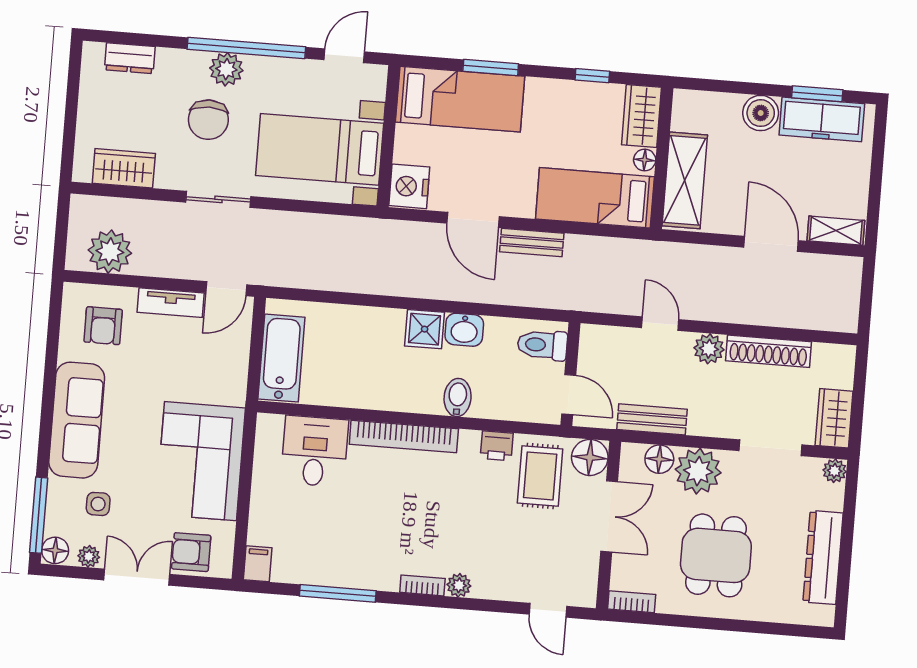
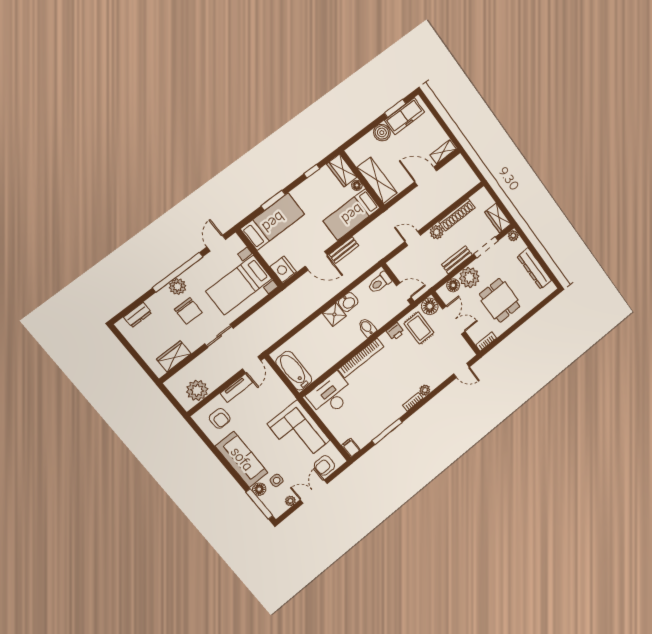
bench: (652, 419) -> (457, 260), moved
desk: (315, 451) -> (331, 395), width x1.37
floor lamp: (55, 550) -> (259, 489), moved

